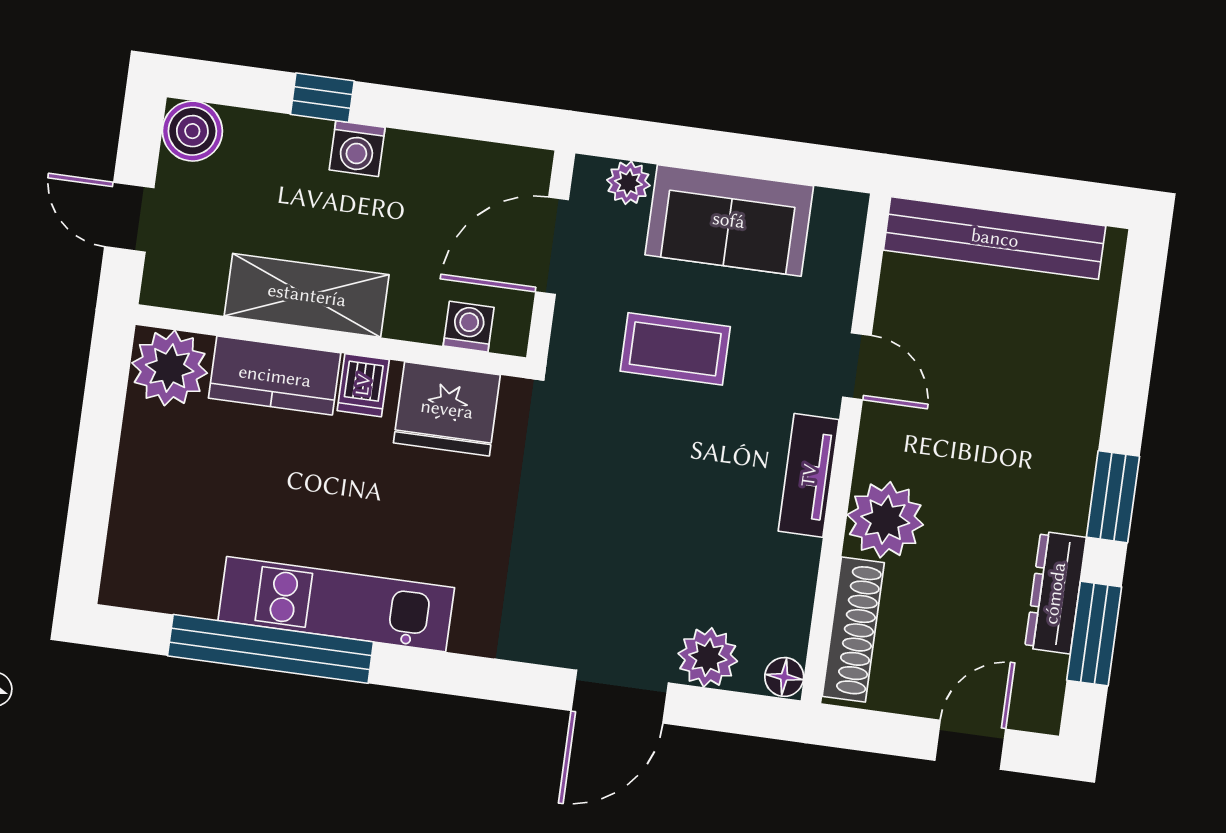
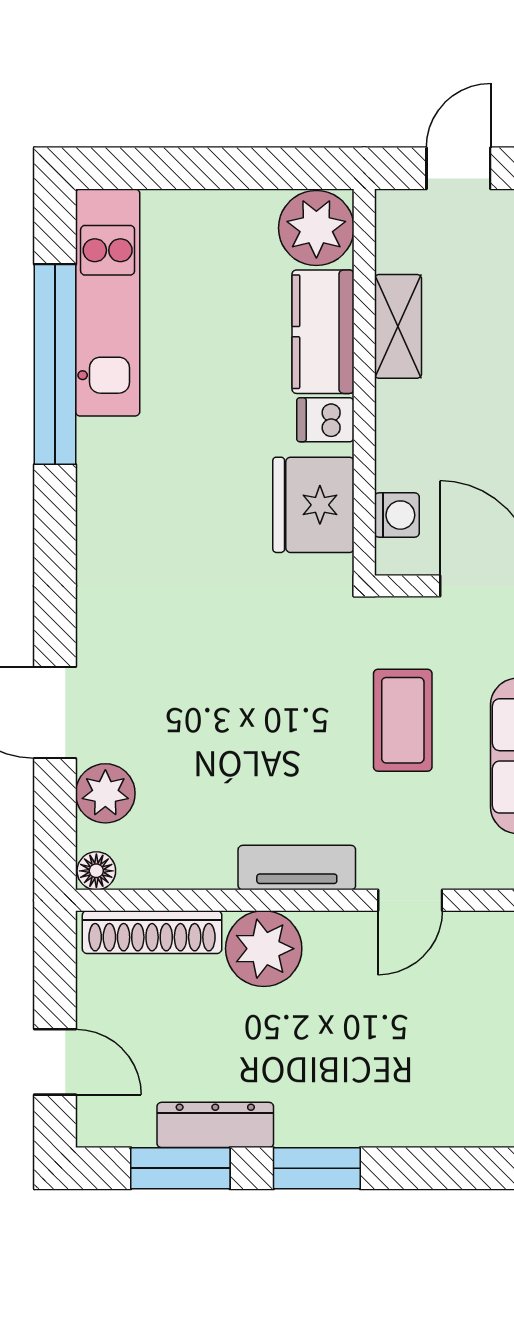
shelving: (307, 295) -> (398, 326), width x0.67, depth x0.75
kitchen unit: (336, 604) -> (108, 303), moved

